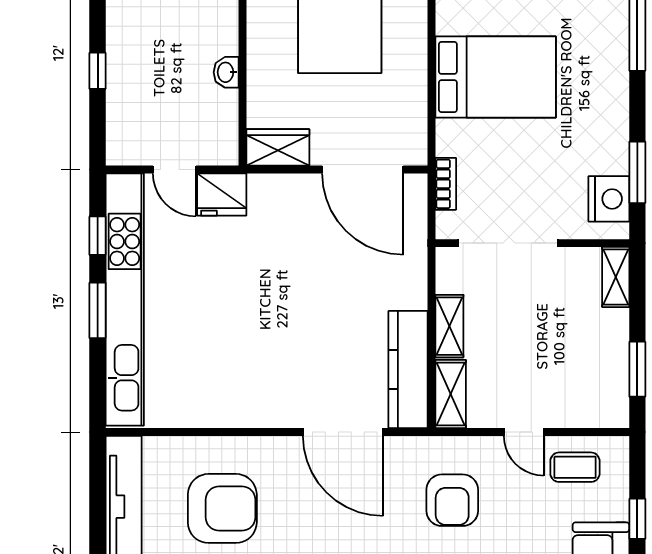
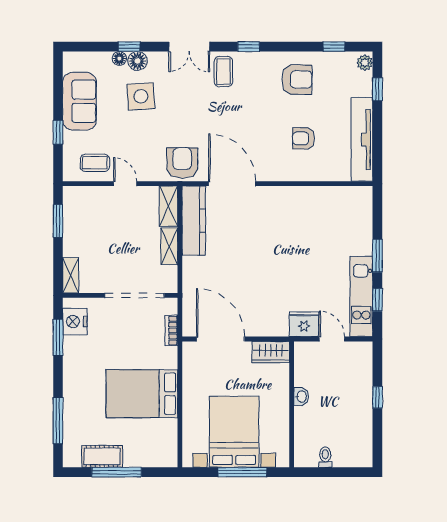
kitchen unit: (125, 300) -> (361, 297), width x0.54
armchair: (452, 500) -> (182, 163), moved
armchair: (222, 508) -> (304, 138), width x0.53, depth x0.53

